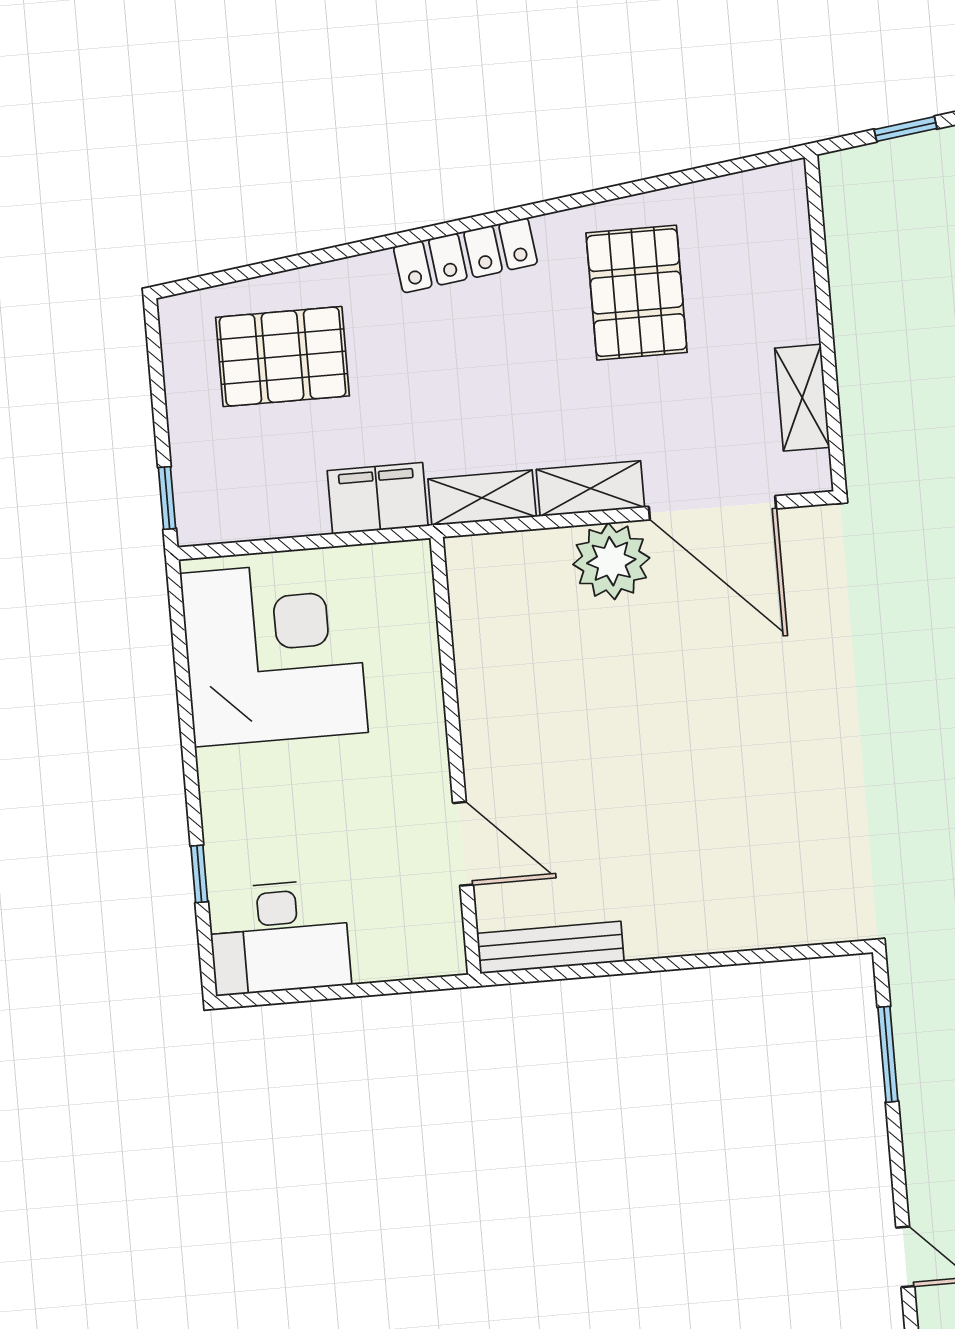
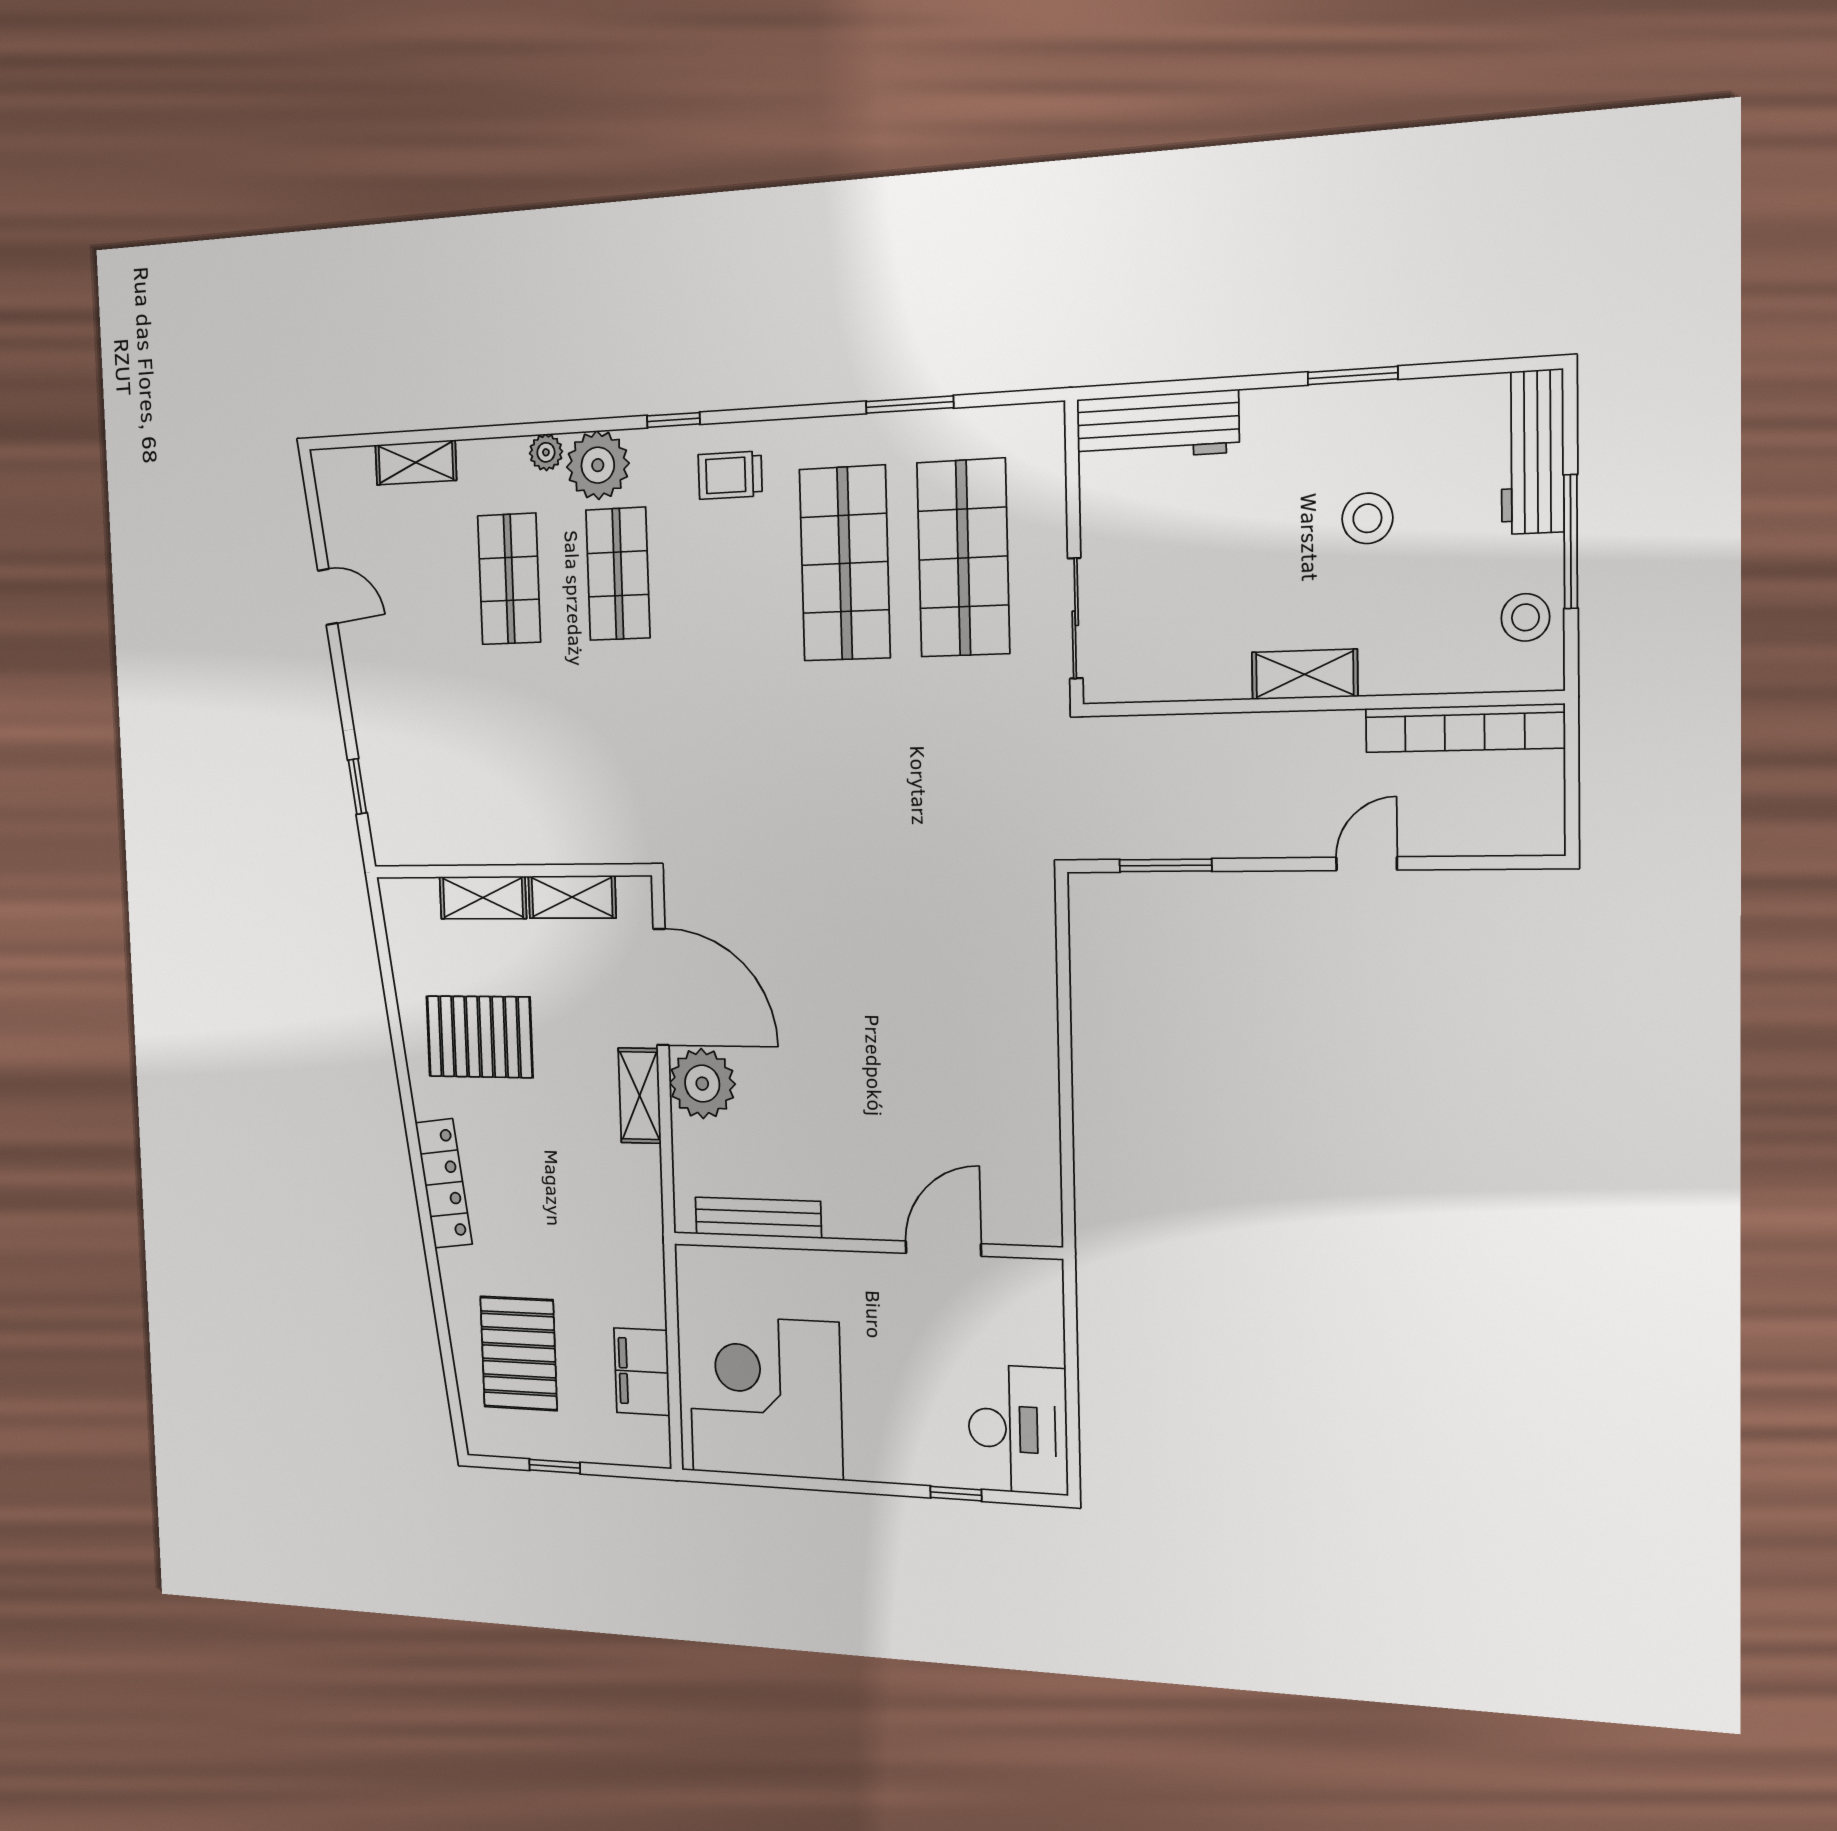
window: (167, 498) -> (555, 1466), moved
filing cabinet: (378, 498) -> (642, 1372), moved
shelving: (482, 498) -> (483, 898), moved, turned 90
door: (712, 508) -> (661, 987), hinge flipped
bench: (550, 947) -> (758, 1218), moved, turned 90

